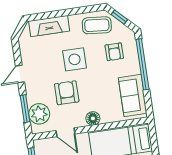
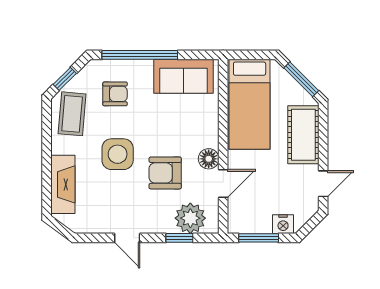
window: (25, 109) -> (179, 238), width x0.67
floor lamp: (93, 118) -> (209, 159), moved

